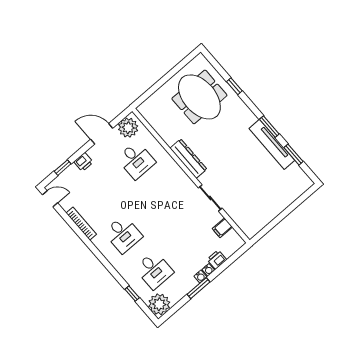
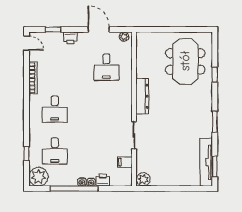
plant: (128, 128) -> (124, 37), width x0.53, depth x0.53
tv unit: (272, 144) -> (206, 162), moved
window: (294, 155) -> (215, 166), moved
plant: (251, 229) -> (143, 179), added
window: (199, 288) -> (74, 189), width x2.11

